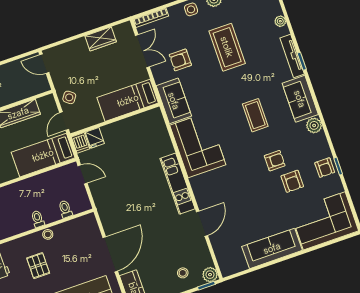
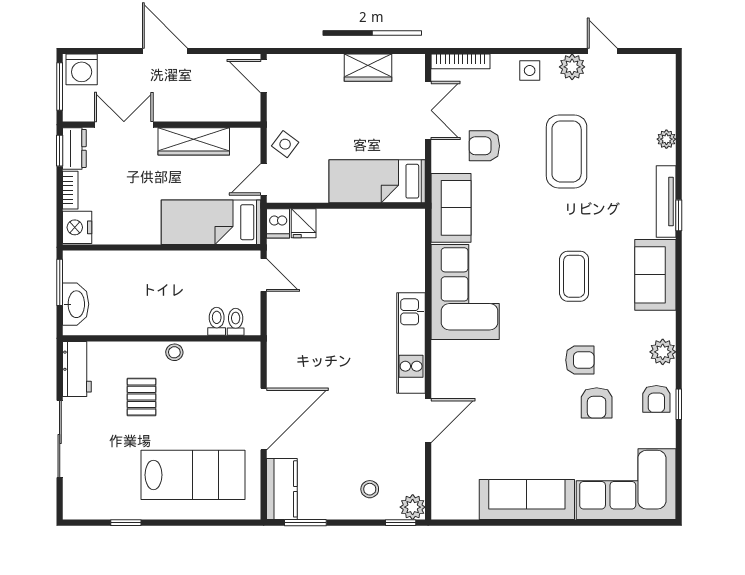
plant: (314, 125) -> (663, 352), moved
toilet: (38, 219) -> (236, 322), moved

